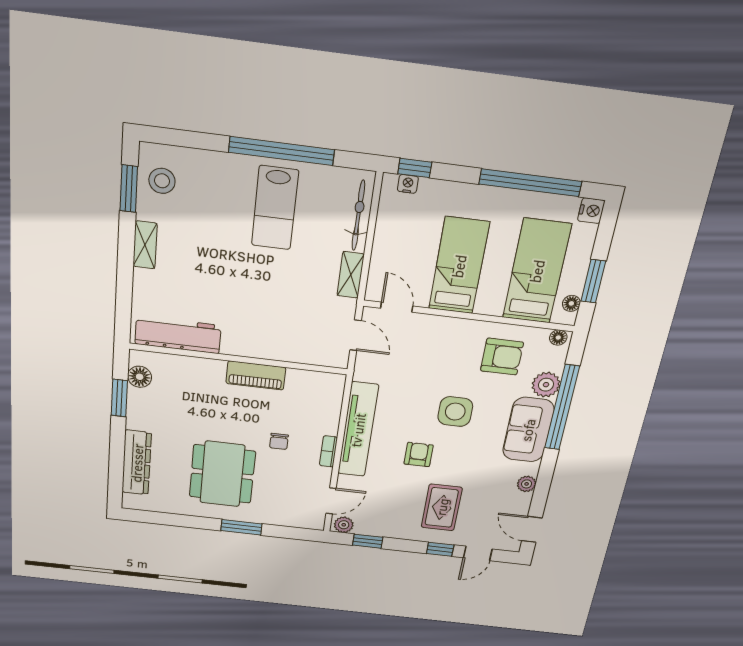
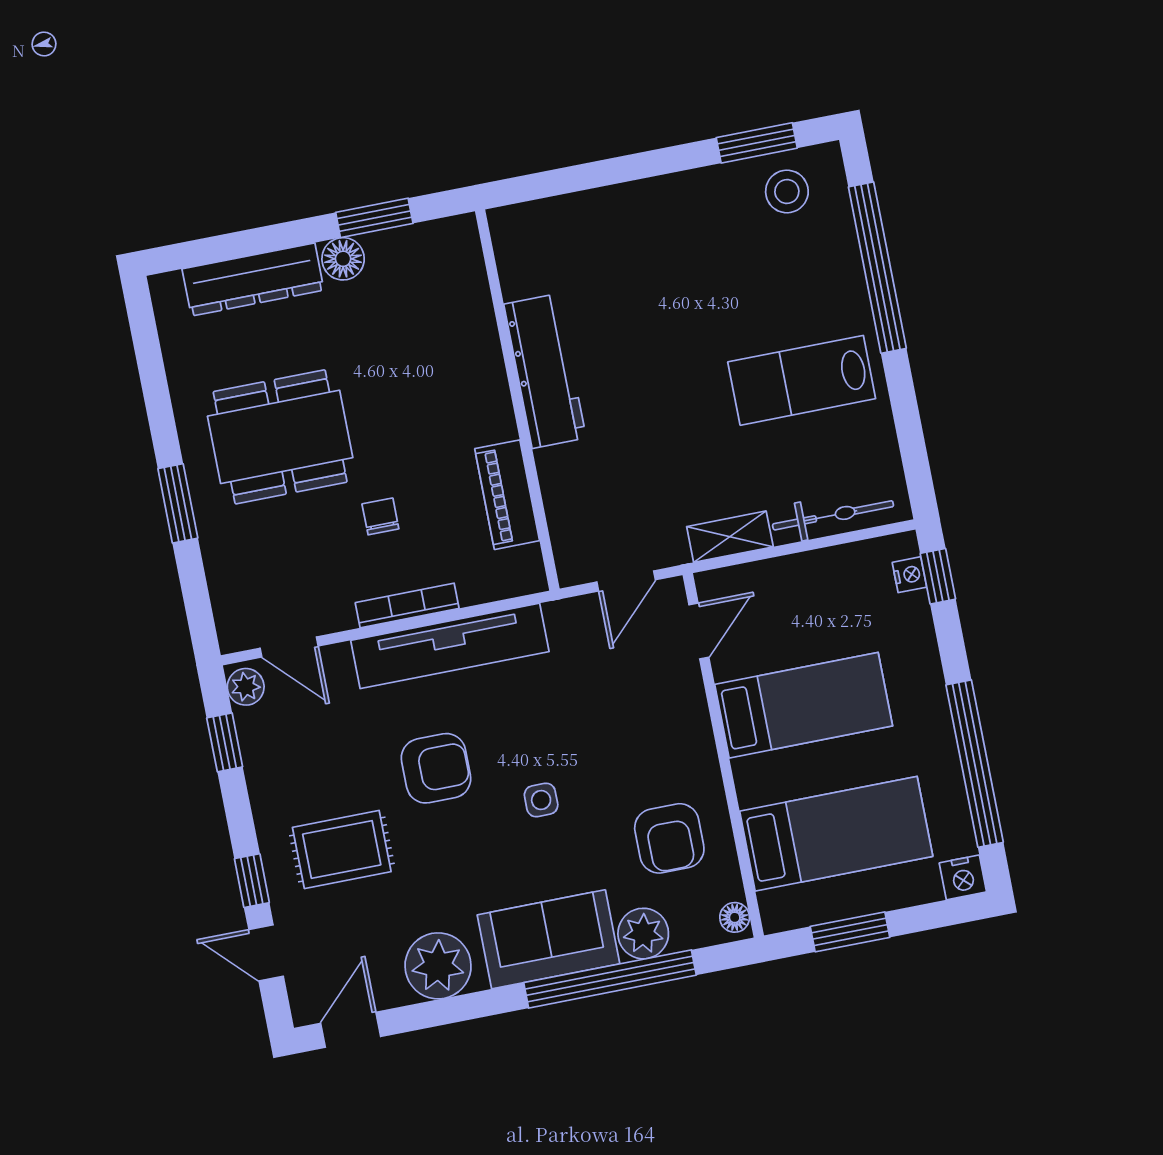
window: (281, 151) -> (877, 268), moved
shelving: (145, 245) -> (671, 192), removed
floor lamp: (571, 303) -> (801, 913), removed
workbench: (178, 335) -> (545, 371), moved
piano: (256, 375) -> (507, 495), moved
floor lamp: (140, 377) -> (343, 259), moved
side table: (455, 412) -> (541, 800), width x0.54, depth x0.54
chair: (279, 441) -> (380, 516), turned 90
bookcase: (328, 451) -> (407, 605), width x1.56
armchair: (419, 455) -> (436, 768), width x1.38, depth x1.38
plant: (527, 484) -> (438, 966), width x1.88, depth x1.88

